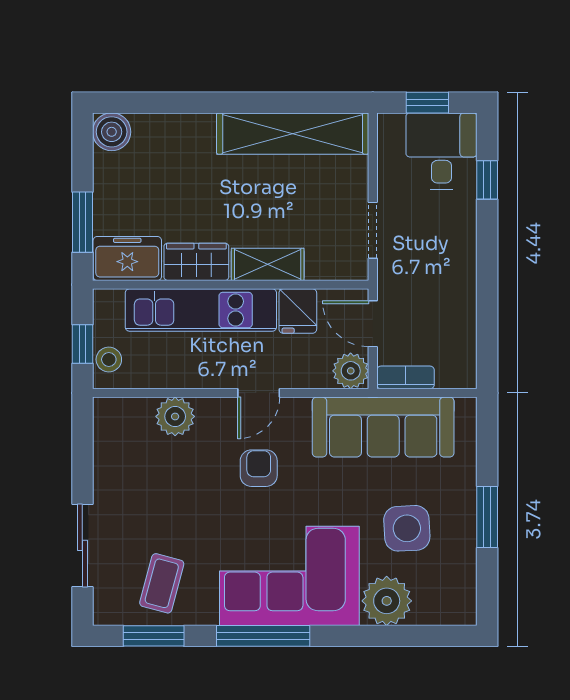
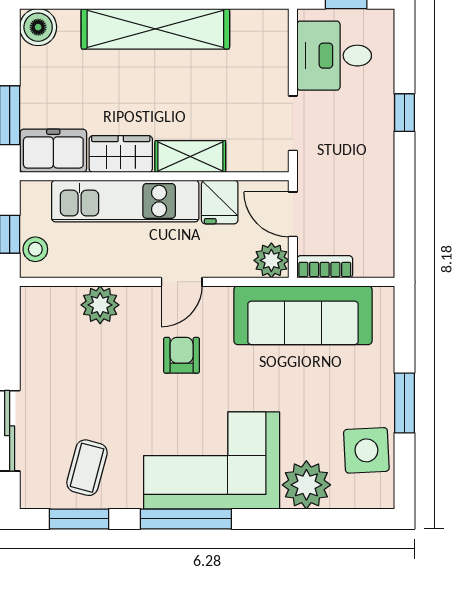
shelving: (293, 134) -> (155, 29), moved
desk: (442, 151) -> (334, 56), moved, turned -90
window: (487, 180) -> (404, 113), moved
side table: (407, 528) -> (366, 450), moved

